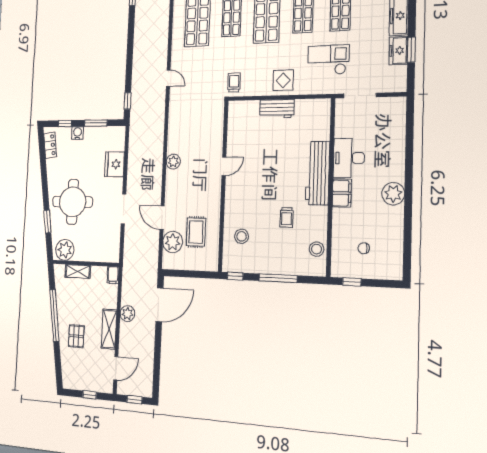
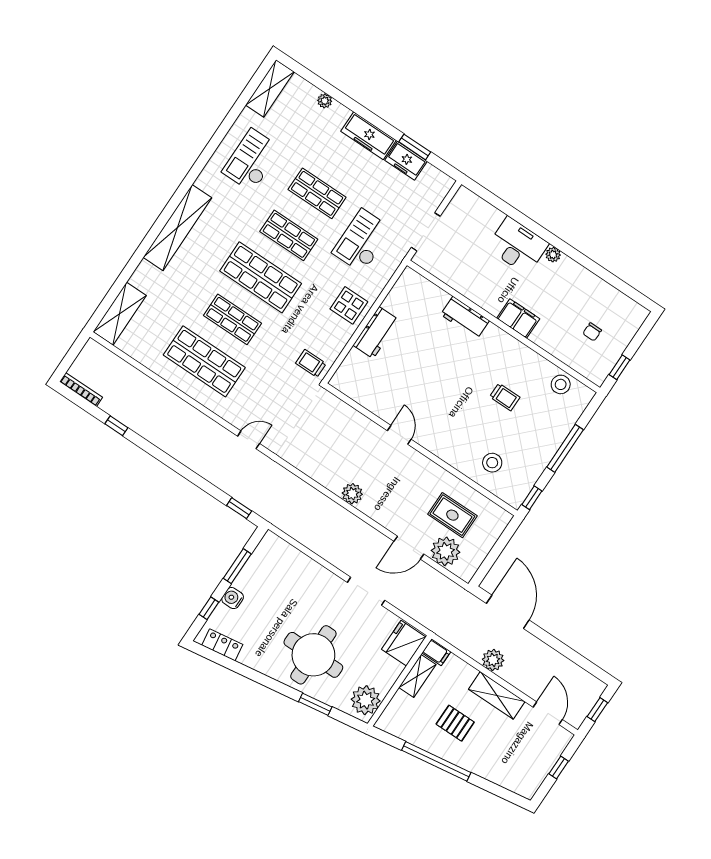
desk: (349, 158) -> (518, 246), moved, turned 180
fridge: (114, 164) -> (404, 643), moved, turned 90
workbench: (318, 173) -> (465, 318), width x0.53, depth x0.76
plant: (393, 194) -> (553, 255), width x0.53, depth x0.53
shelving: (78, 271) -> (417, 676), moved
pallet: (76, 336) -> (455, 723), moved

